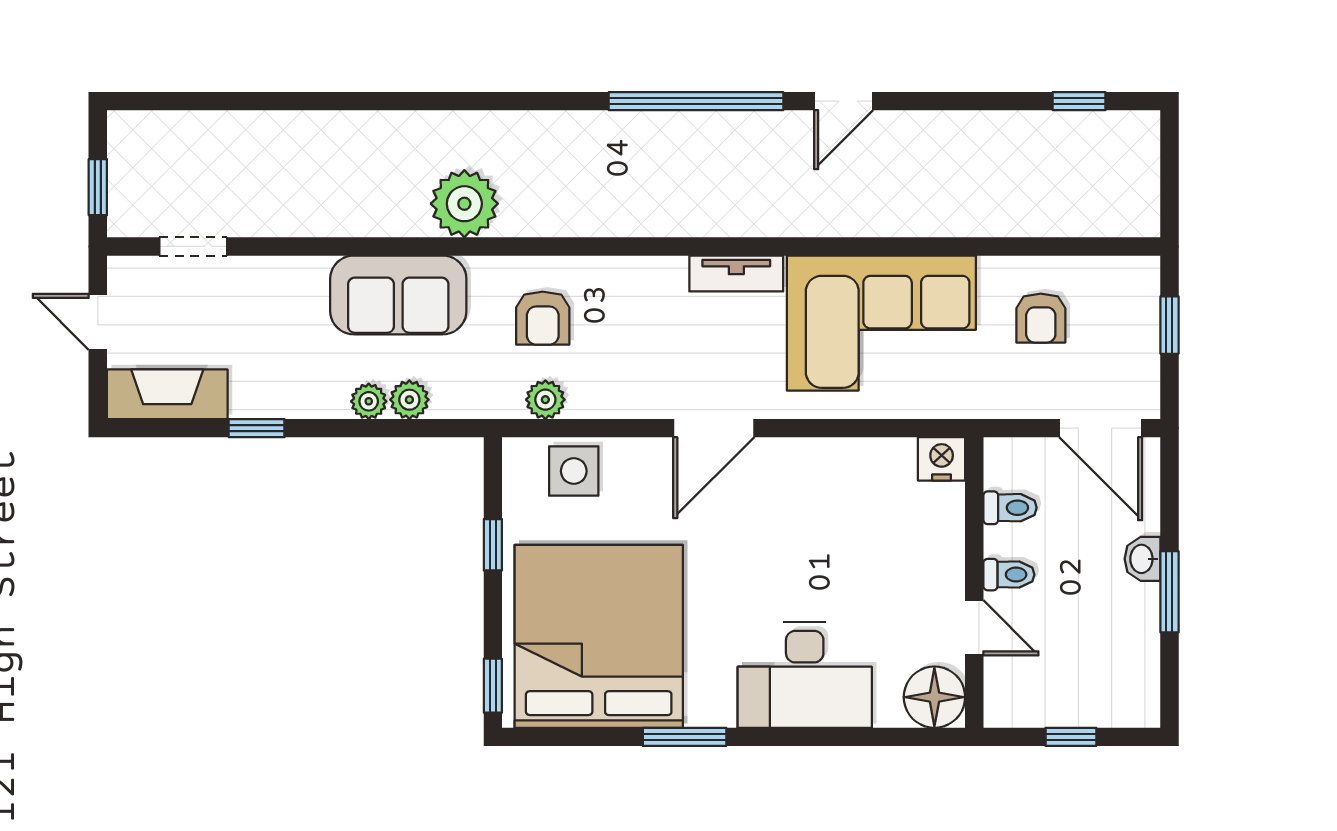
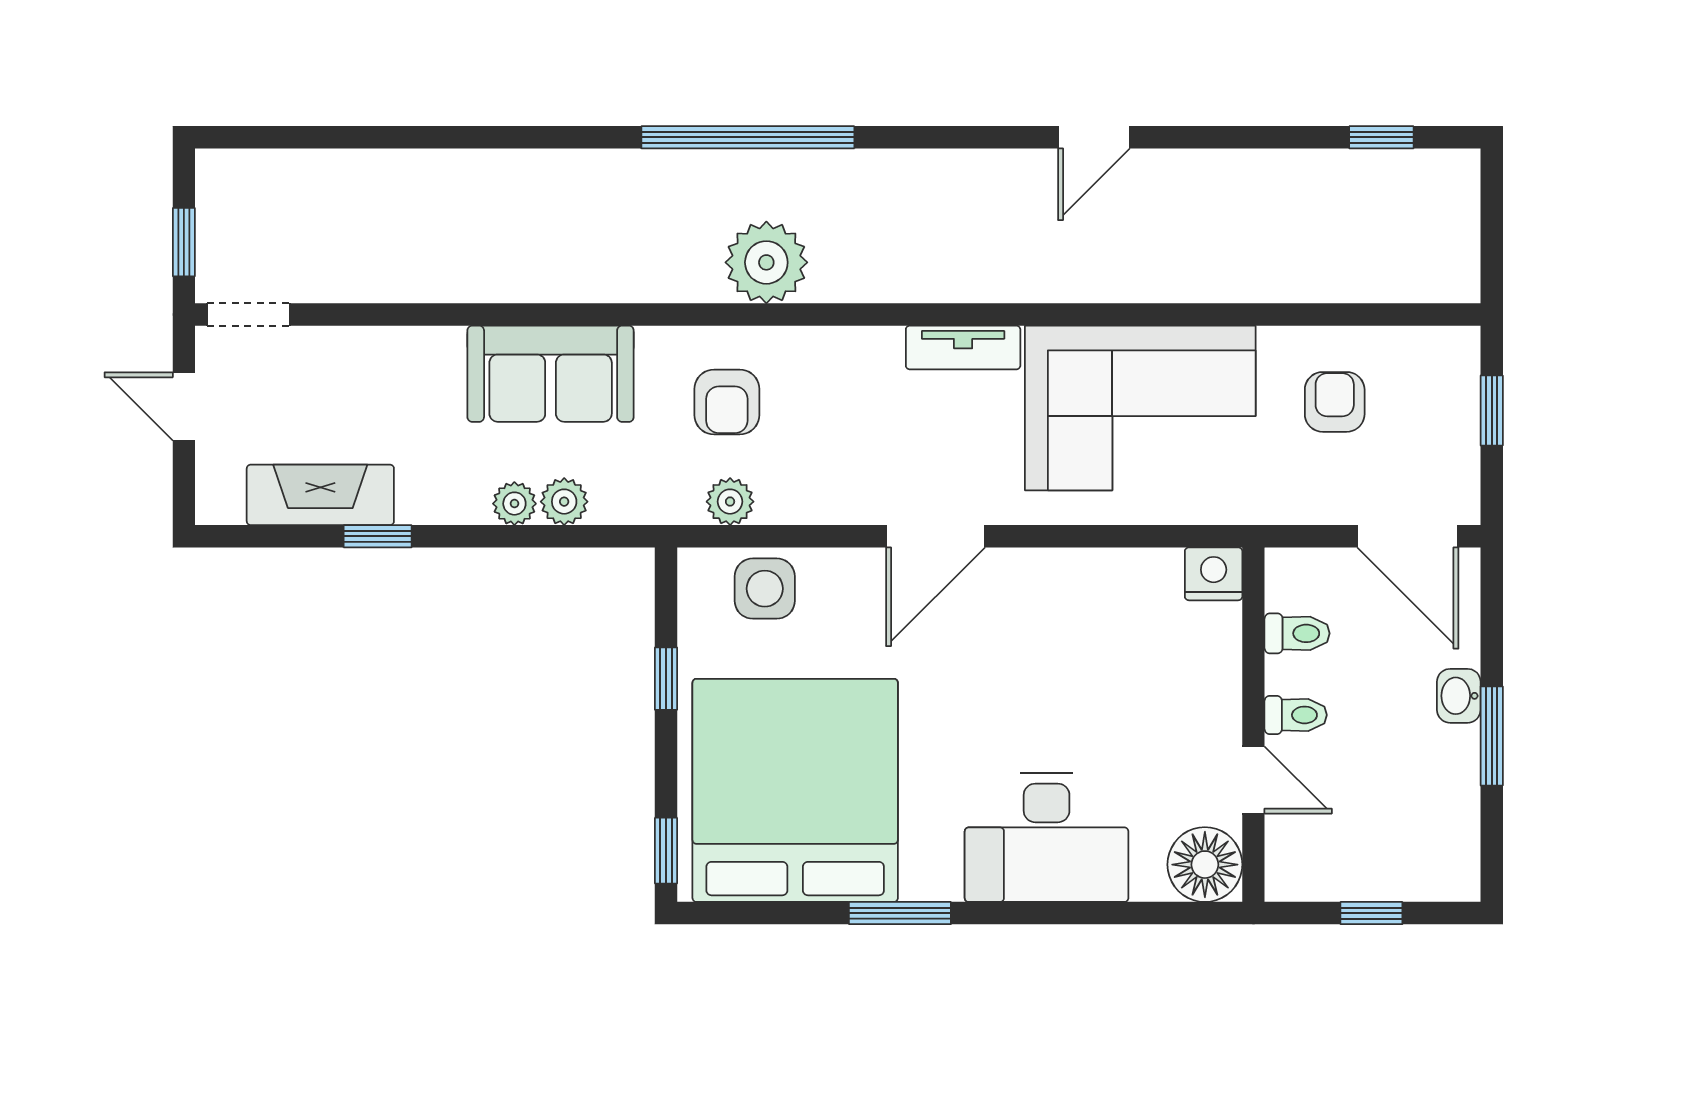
window: (696, 101) -> (748, 137), moved
plant: (464, 204) -> (766, 262), moved
doorway: (193, 246) -> (248, 315), moved
armchair: (1041, 318) -> (1335, 402), turned 180
fireplace: (167, 394) -> (320, 495), moved

